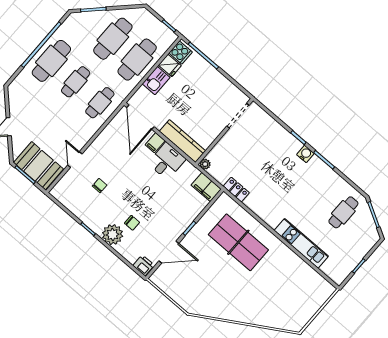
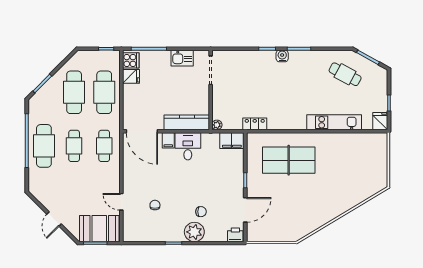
kitchen sink: (156, 81) -> (182, 58), moved, turned 90
cafe table: (343, 212) -> (345, 74), turned -62
fridge: (339, 275) -> (380, 121), added

